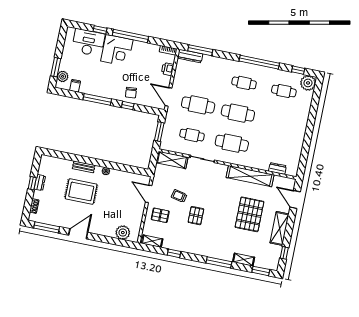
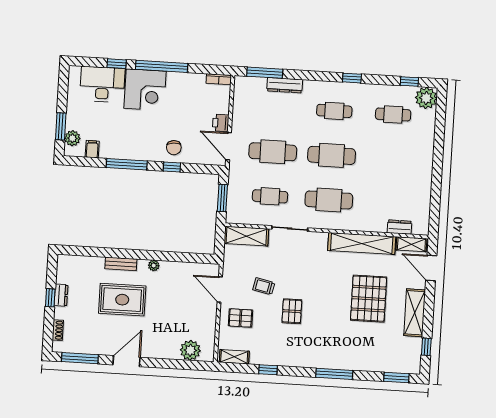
dresser: (190, 56) -> (285, 85), moved
window: (259, 62) -> (352, 78), width x0.32
printer: (168, 69) -> (221, 123), moved
shelving: (244, 260) -> (411, 244), moved

